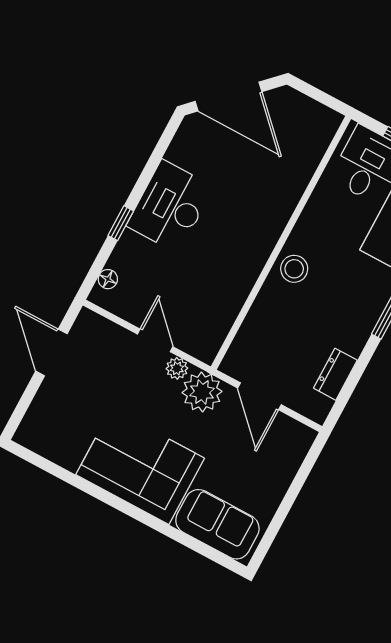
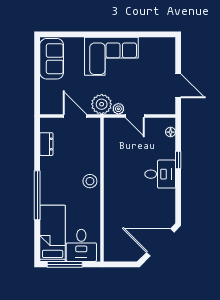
desk: (170, 206) -> (160, 174), width x0.73
sofa: (217, 524) -> (52, 59), moved, turned -90

